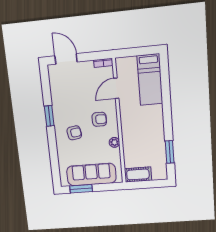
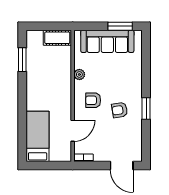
armchair: (74, 133) -> (120, 110), moved

